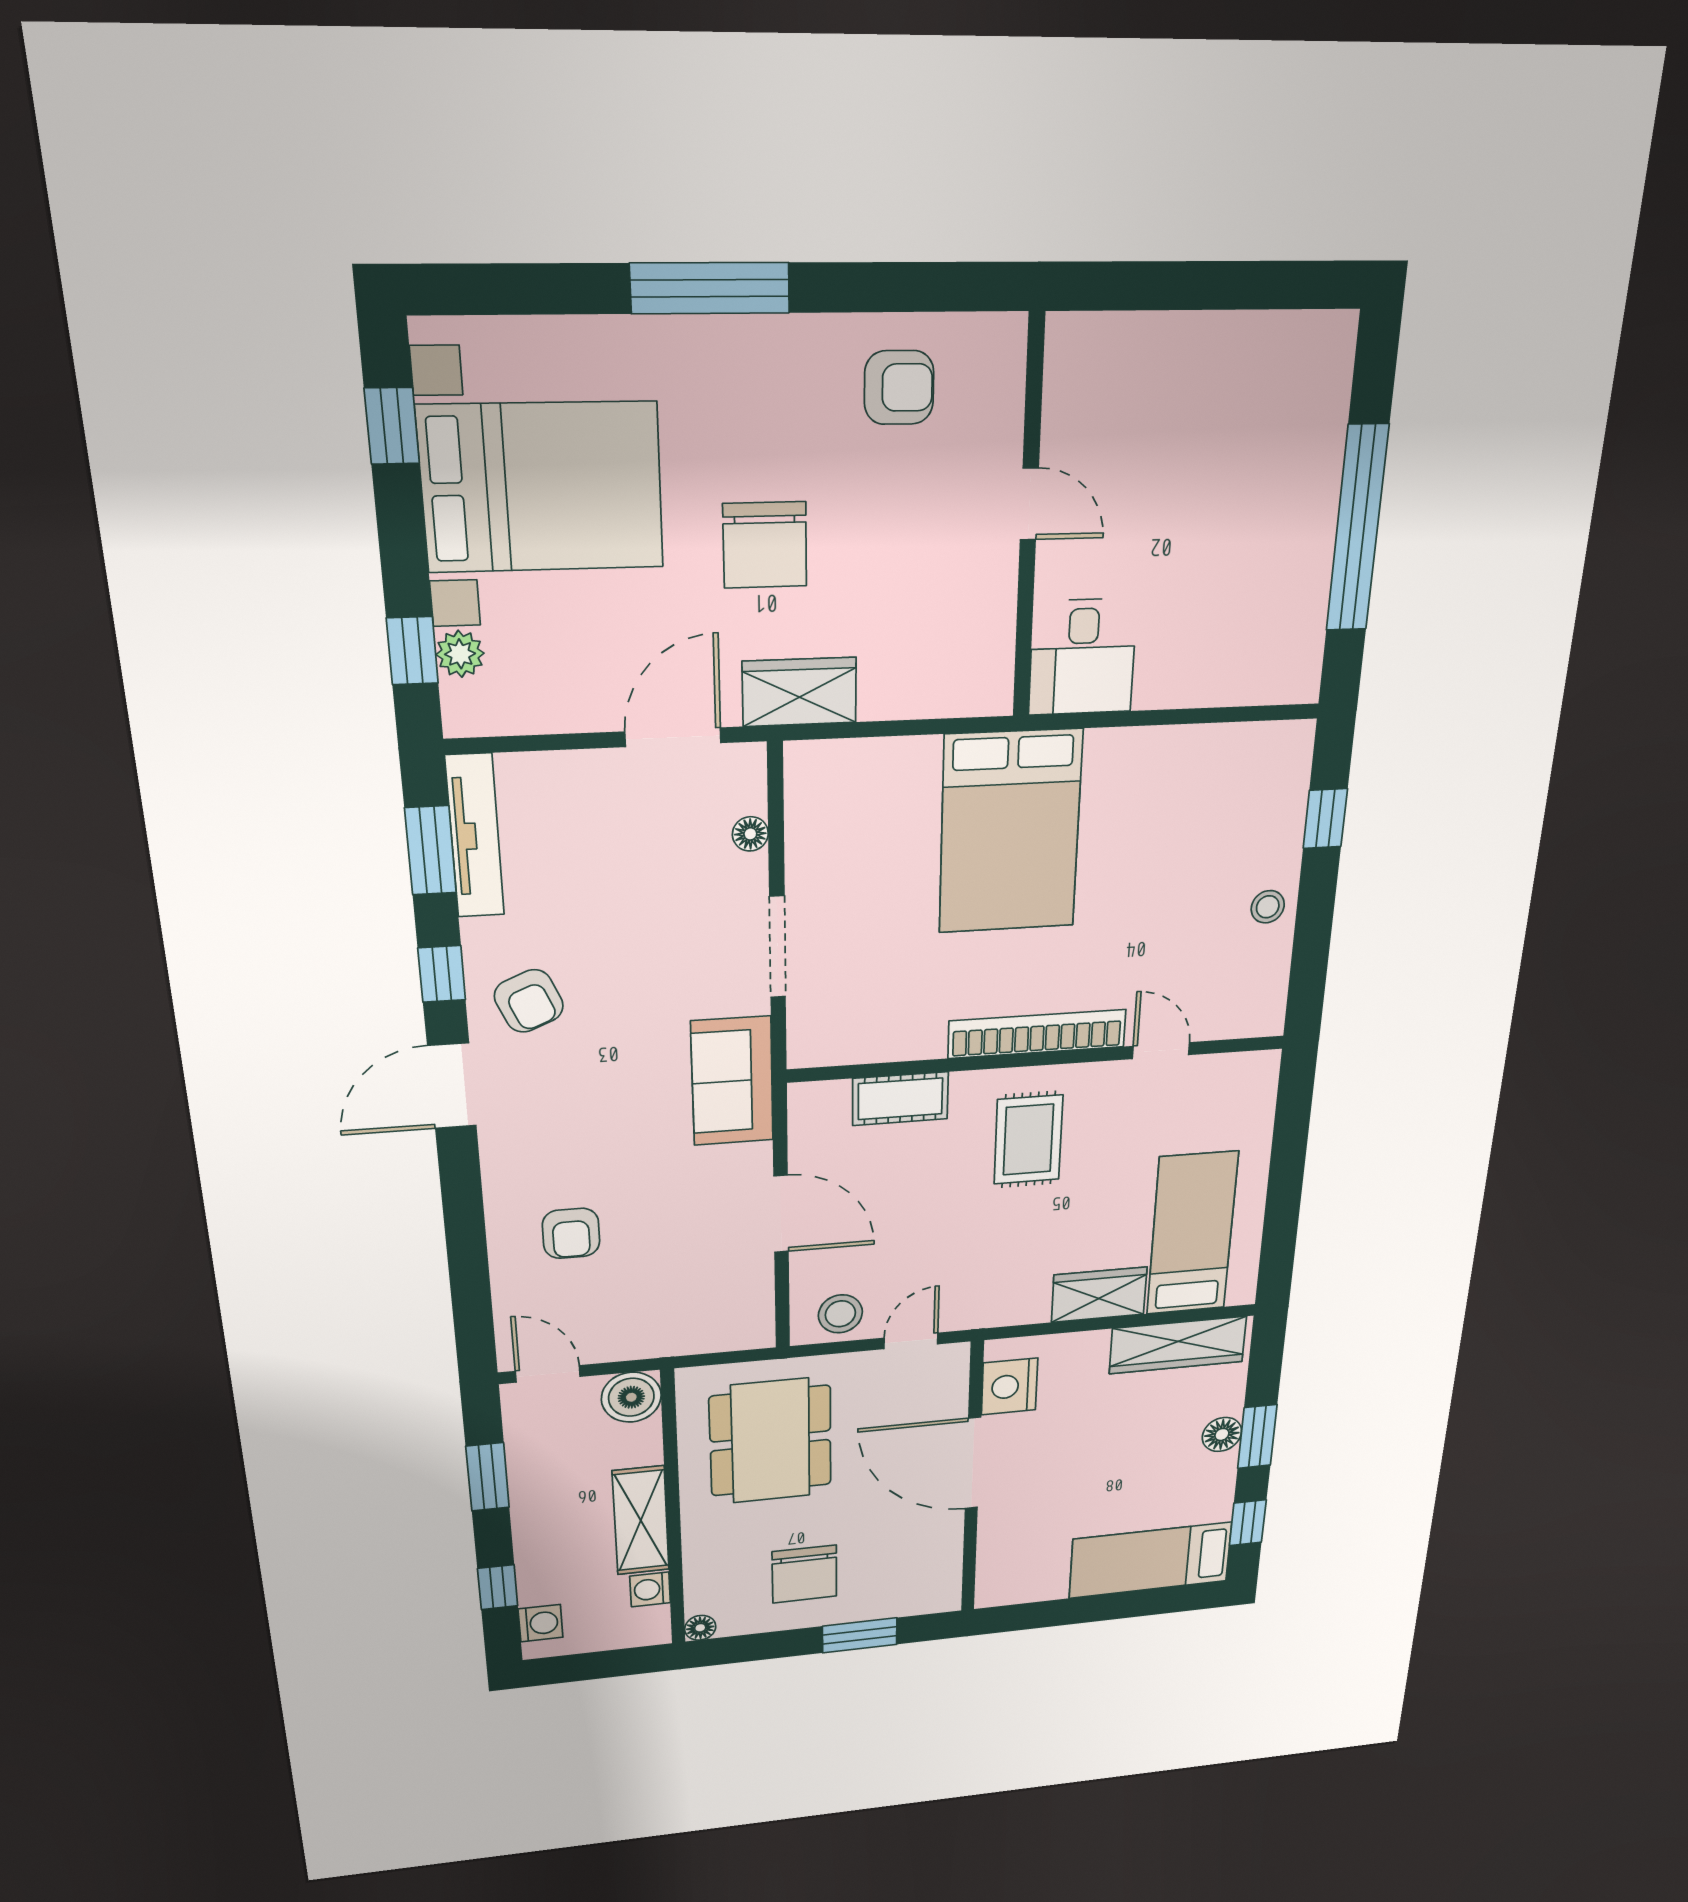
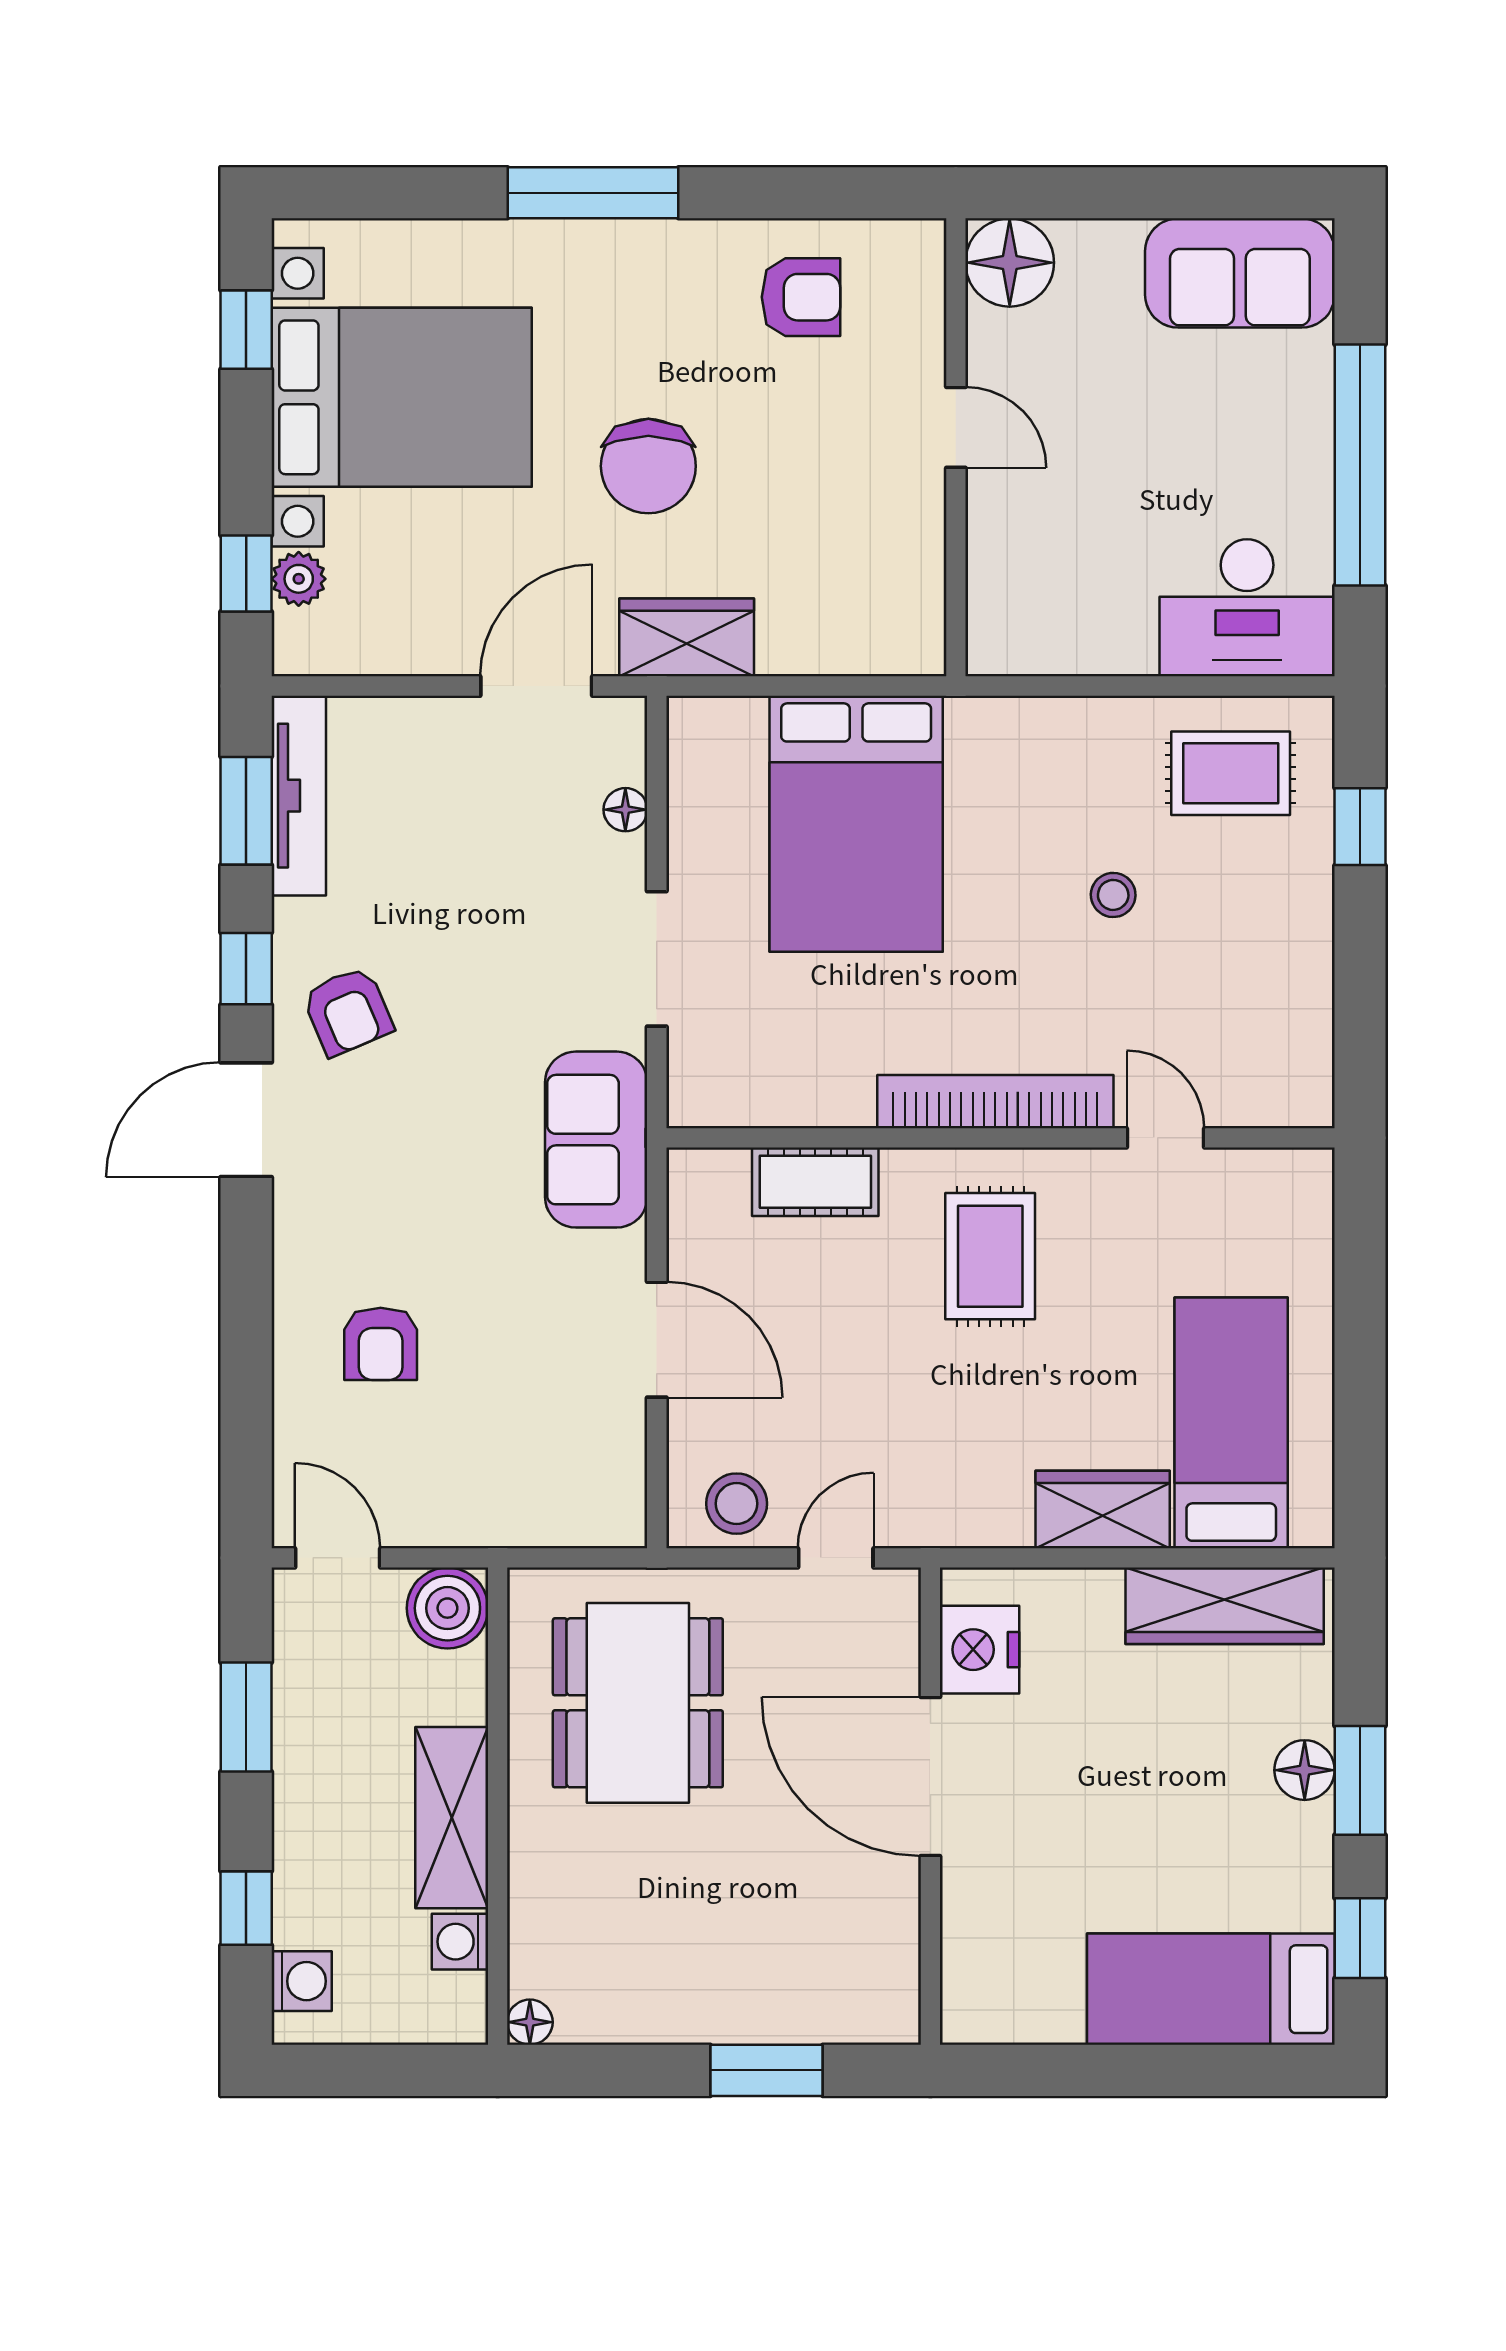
floor lamp: (1082, 353) -> (1010, 263), added
sofa: (1277, 360) -> (1240, 273), added
desk: (1082, 657) -> (1247, 608), moved, width x1.37
rug: (1232, 782) -> (1231, 773), added
bed: (1010, 832) -> (856, 824), moved
stool: (1268, 907) -> (1113, 895), moved
chair: (804, 1574) -> (684, 1944), removed

